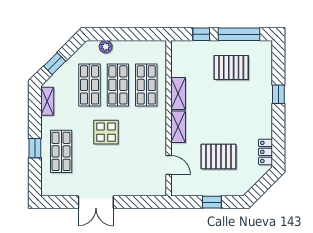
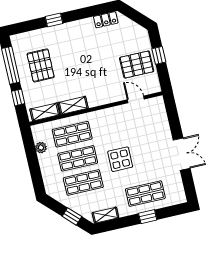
plant: (106, 47) -> (41, 148), moved
shelving: (178, 127) -> (45, 112), moved
pallet: (218, 156) -> (137, 65), moved, turned 90
door: (169, 165) -> (136, 99), hinge flipped

